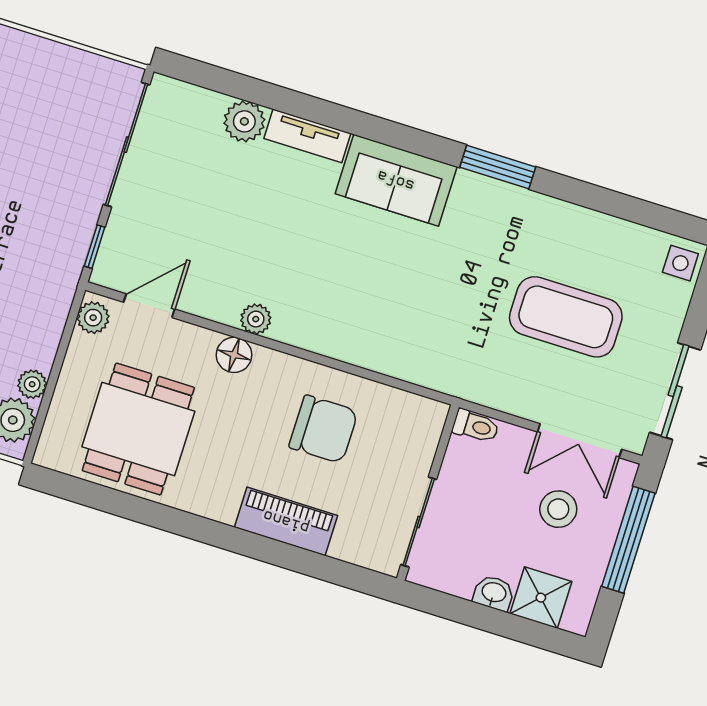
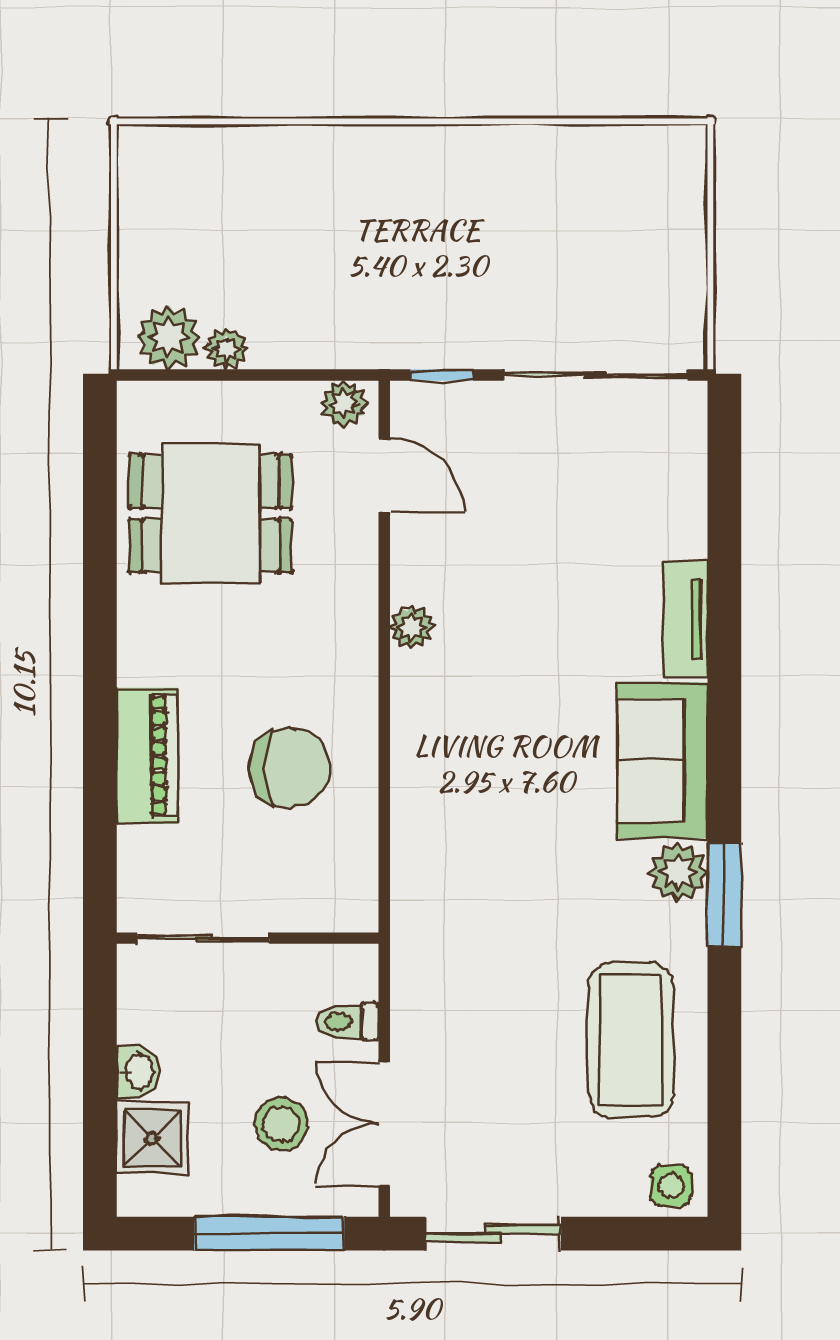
plant: (244, 121) -> (678, 872), moved
coffee table: (566, 317) -> (631, 1040), moved
floor lamp: (234, 355) -> (353, 613), removed
toilet: (476, 426) -> (347, 1022), moved, turned 90
chair: (323, 429) -> (290, 768), turned -90

